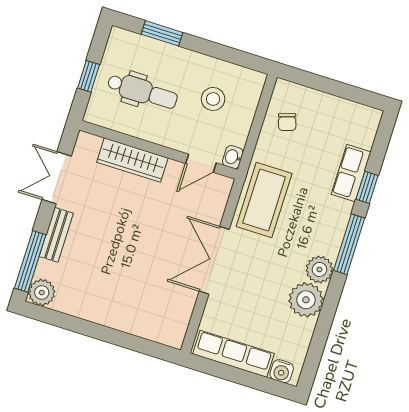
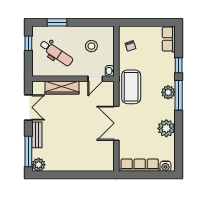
window: (89, 76) -> (28, 43), moved
dental chair: (142, 91) -> (56, 53), turned 34
row of seats: (351, 173) -> (169, 39), moved
double door: (57, 178) -> (28, 107), swing flipped
plant: (319, 269) -> (168, 92), moved

